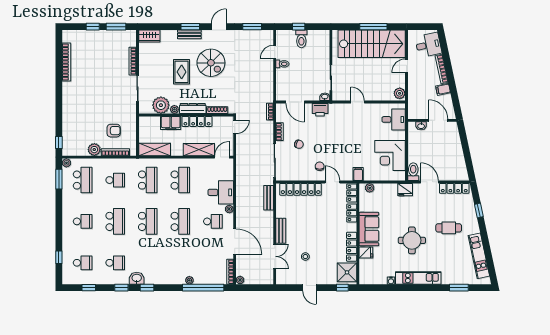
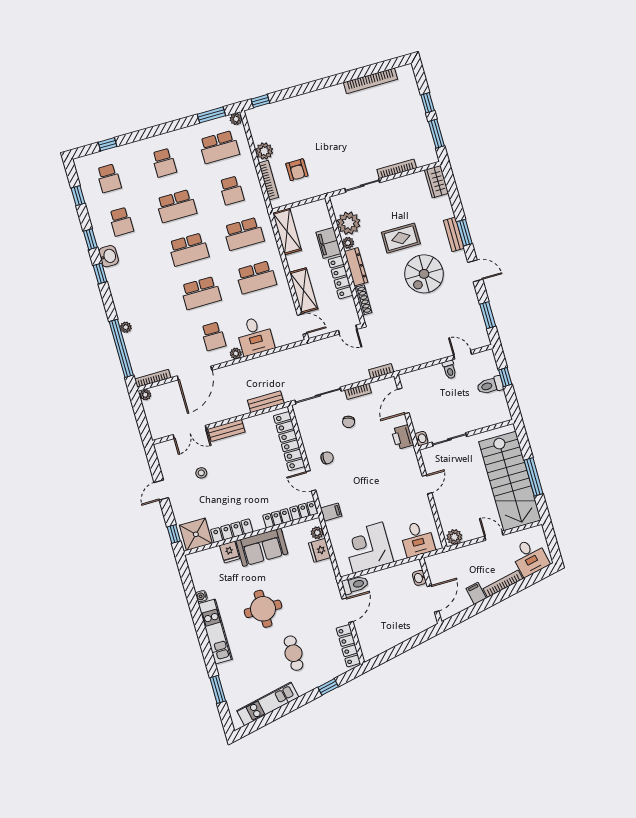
door: (332, 182) -> (311, 481), swing flipped
fridge: (405, 190) -> (320, 550), moved

